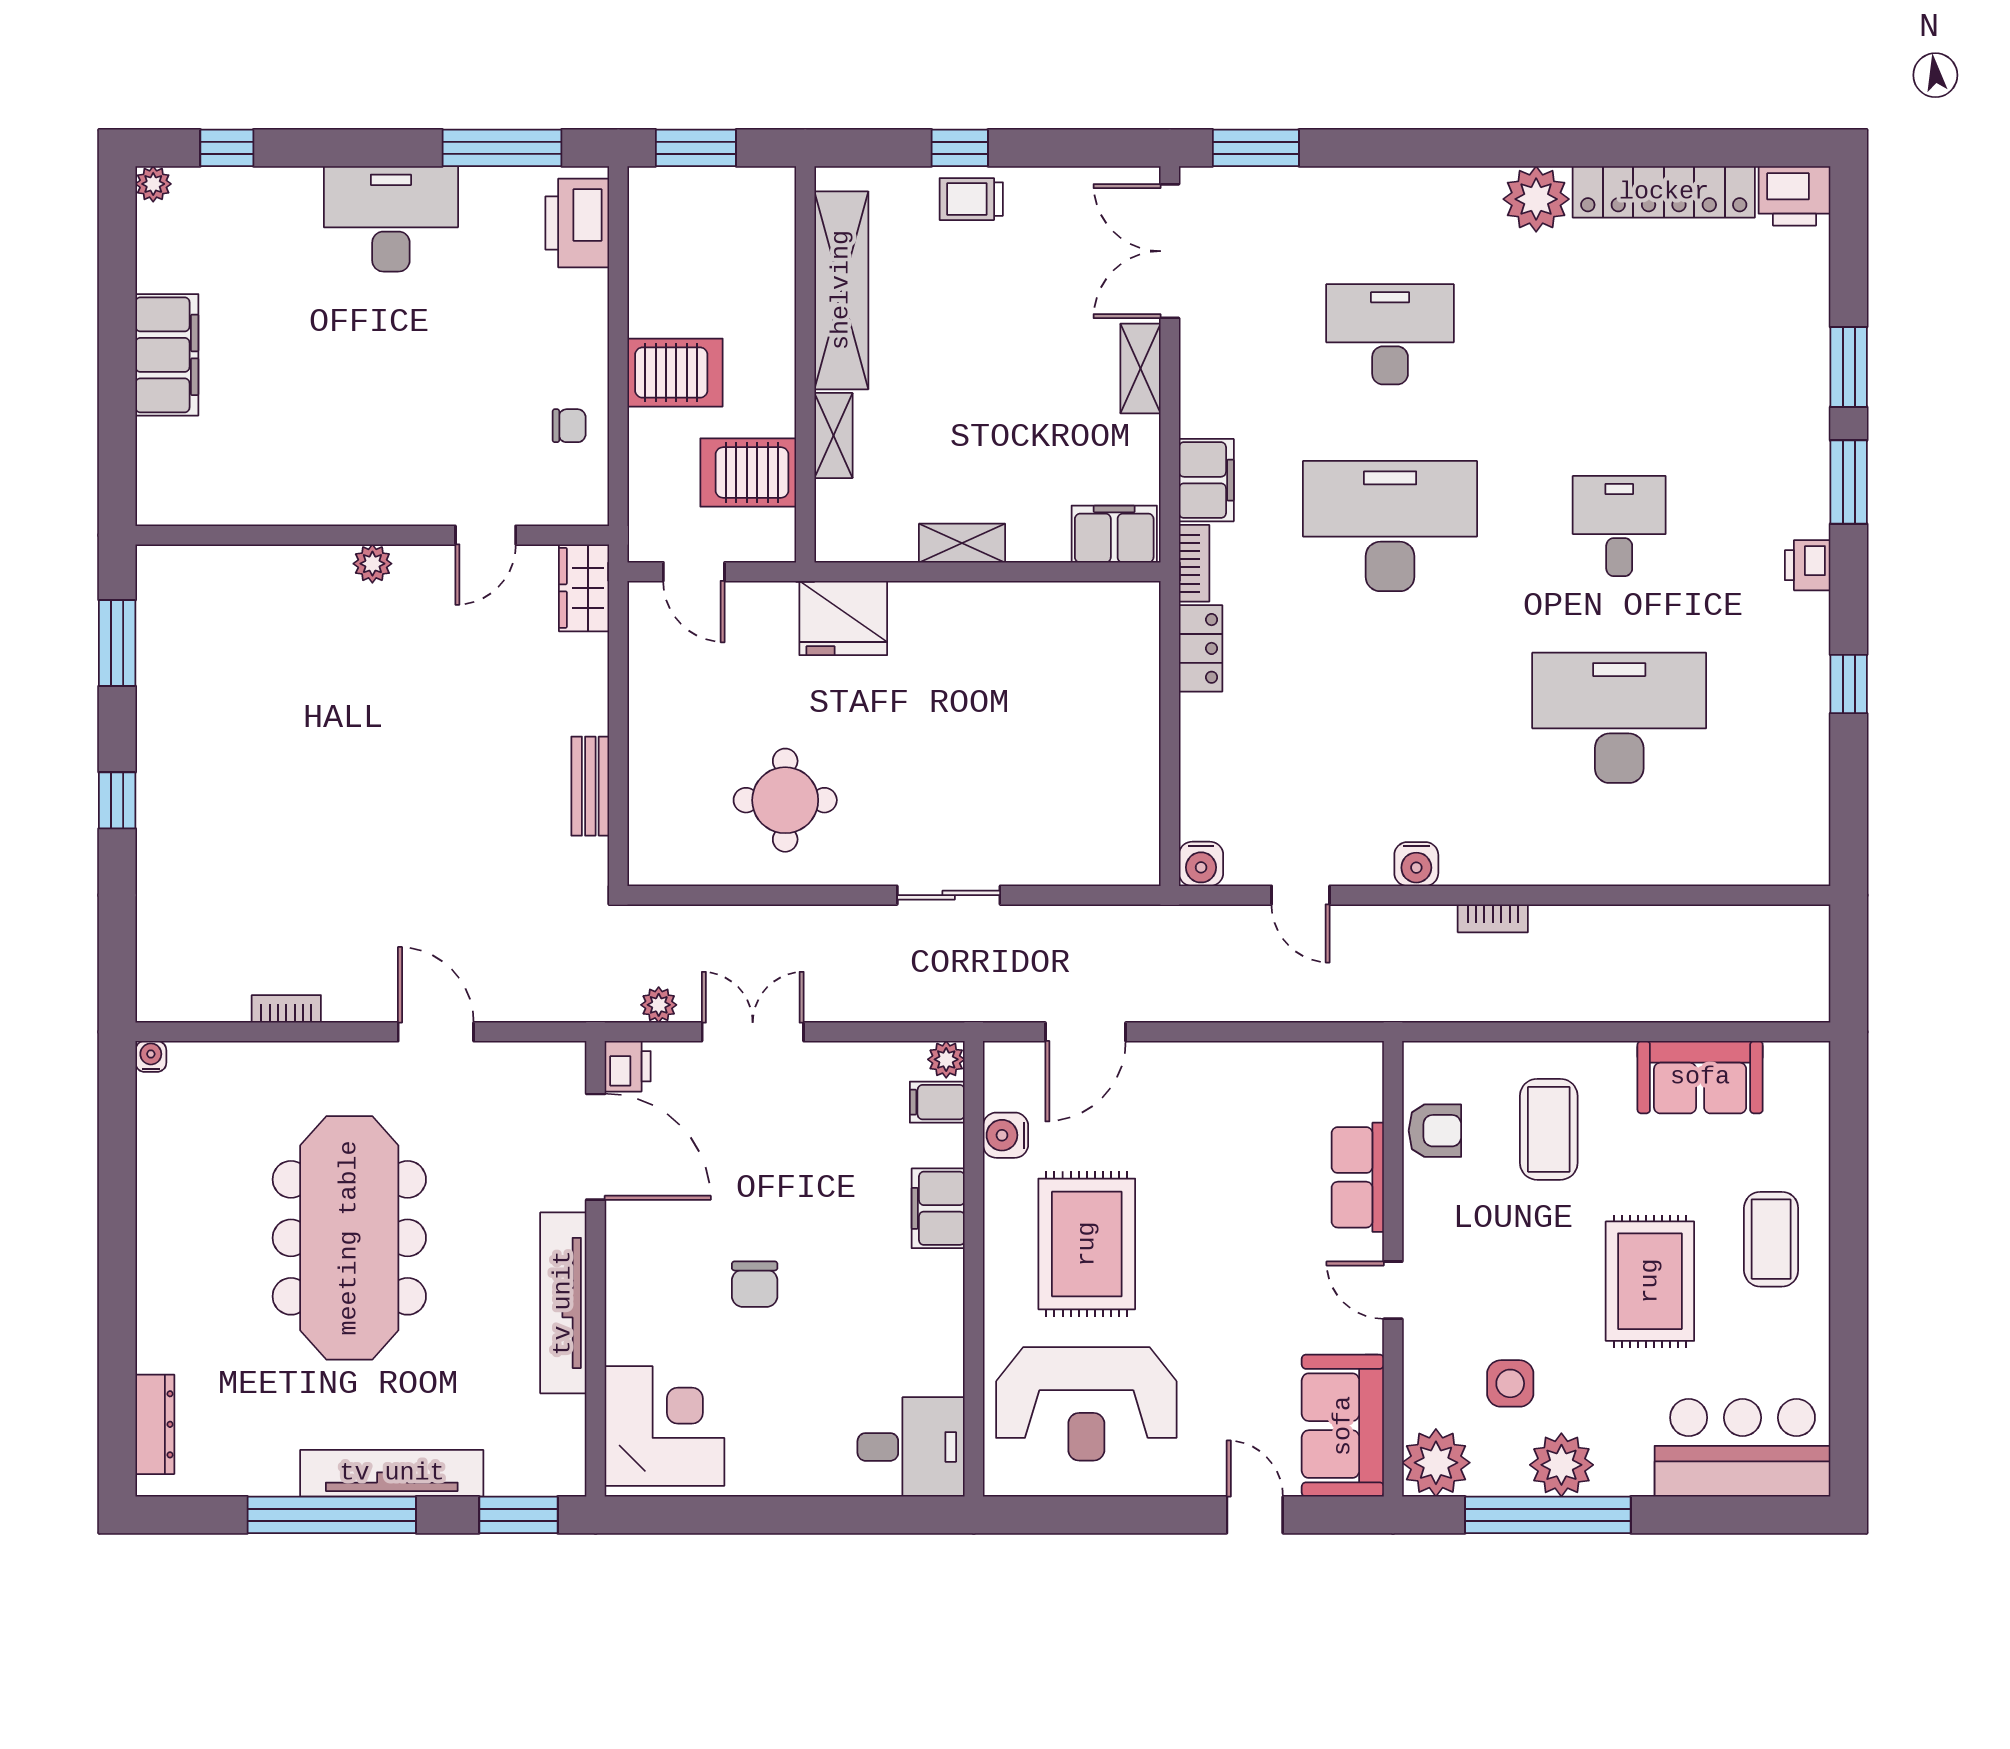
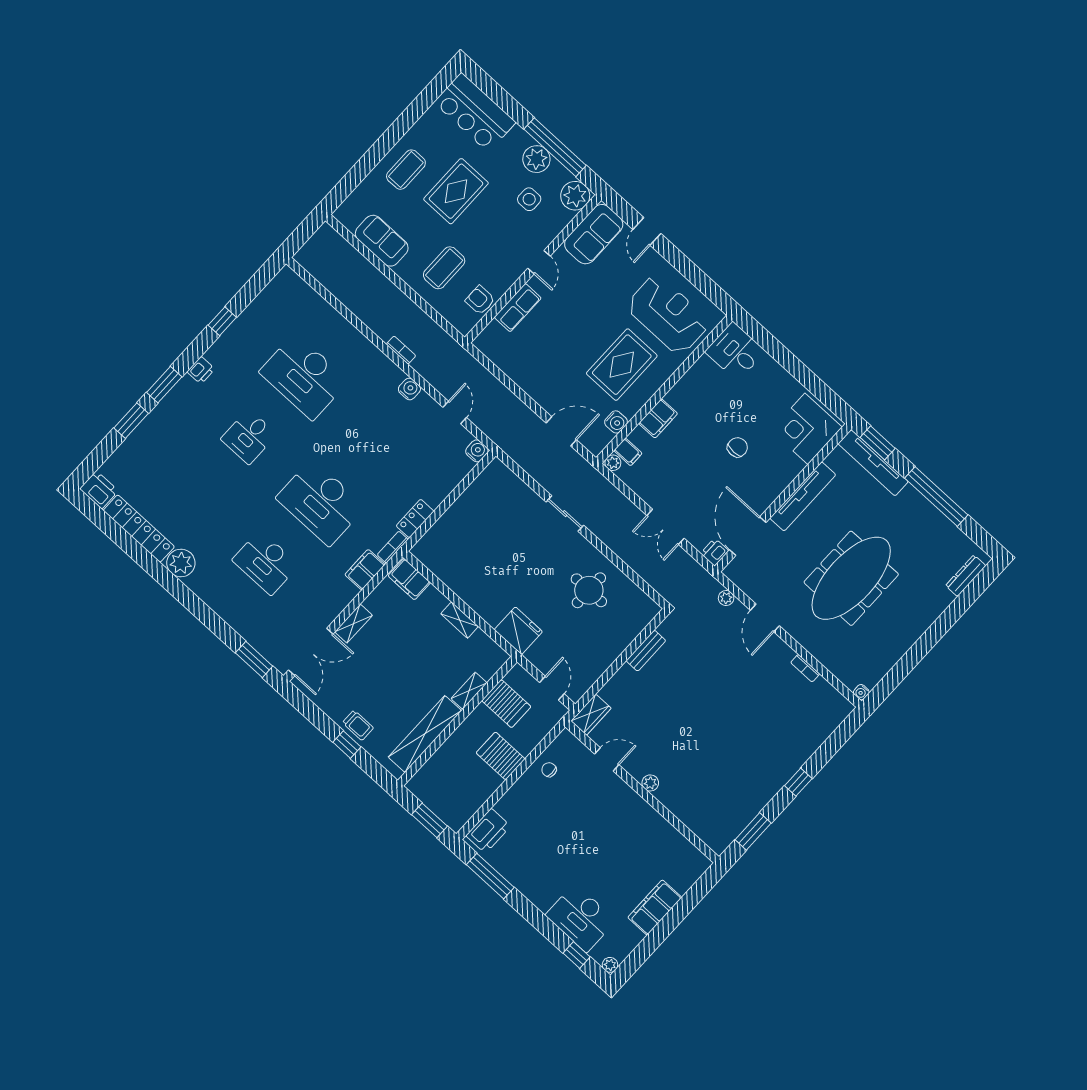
desk: (391, 219) -> (581, 918), moved
plant: (659, 1005) -> (726, 598), moved
tv unit: (392, 1473) -> (873, 463), moved

